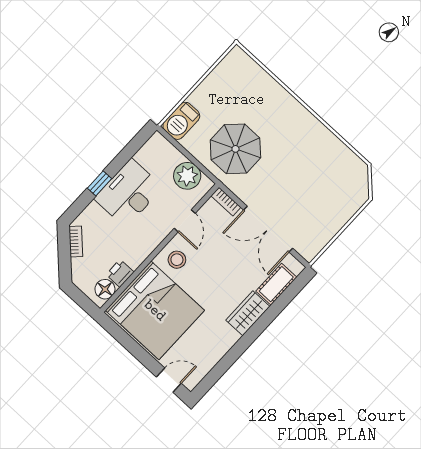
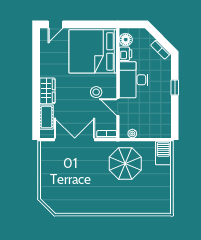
plant: (187, 176) -> (132, 134), width x0.53, depth x0.53
desk: (128, 193) -> (134, 80), moved, turned 180
stool: (177, 260) -> (96, 92), moved

